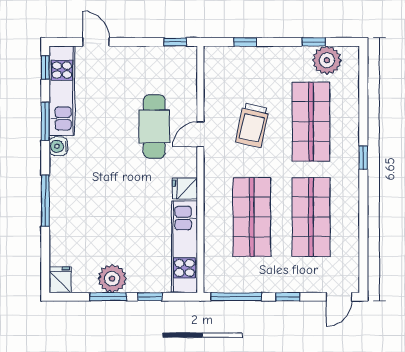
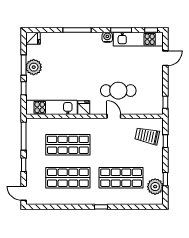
trolley: (252, 125) -> (147, 136), moved

